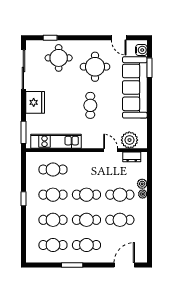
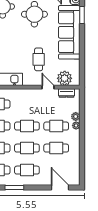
cafe table: (90, 105) -> (39, 59), moved
door: (124, 265) -> (60, 188), hinge flipped

